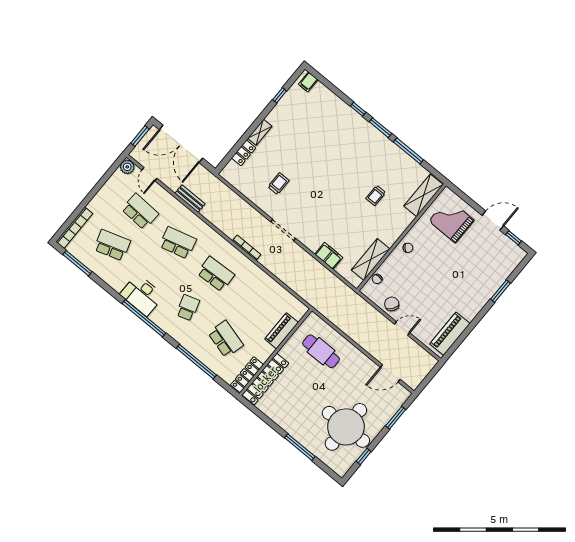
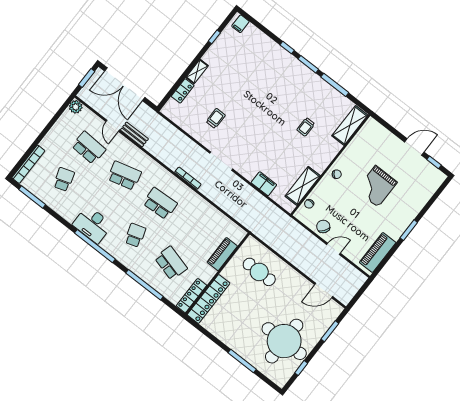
door: (149, 174) -> (113, 126), moved
grand piano: (451, 221) -> (377, 186), moved, turned -90
school desk: (112, 245) -> (64, 179), width x0.54
window: (500, 291) -> (409, 230), moved

